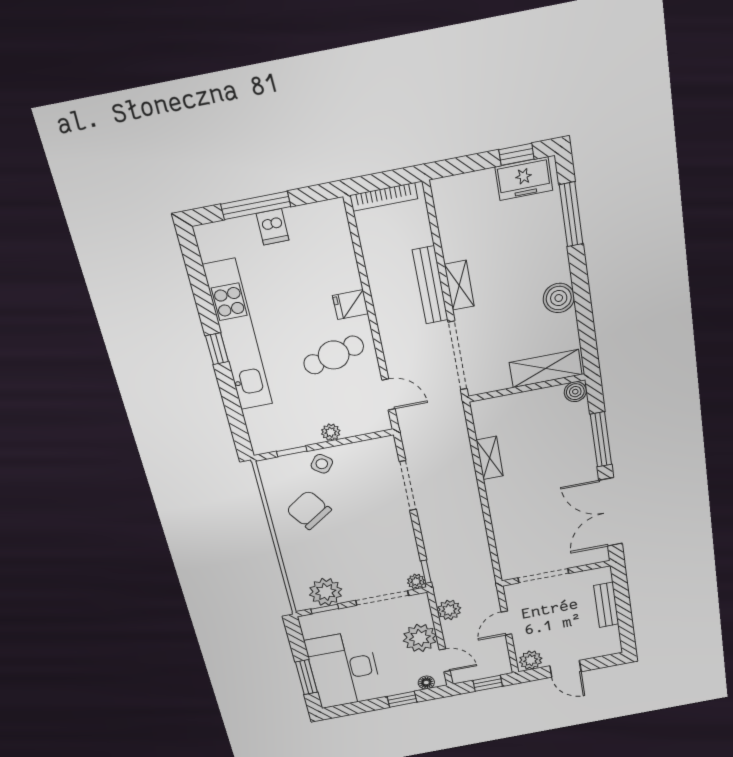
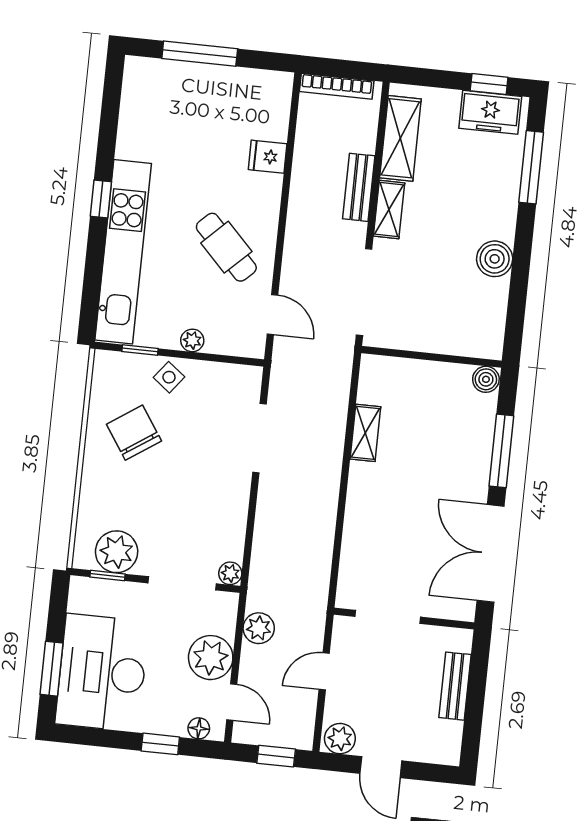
dishwasher: (273, 227) -> (209, 82), removed
bench: (430, 285) -> (359, 187), width x0.73
fridge: (350, 305) -> (268, 157), moved
kitchen unit: (238, 336) -> (123, 252), moved
cafe table: (334, 355) -> (226, 247), turned 61
shelving: (546, 369) -> (400, 138), moved, turned 90
window: (426, 572) -> (246, 563), removed

